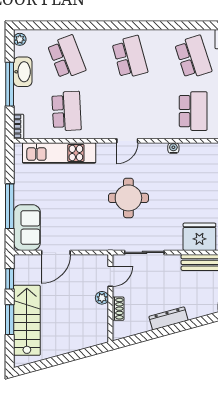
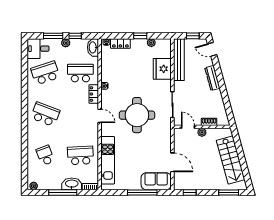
school desk: (67, 57) -> (45, 155), width x0.54
school desk: (130, 57) -> (45, 114), turned 36
washbasin: (23, 72) -> (72, 184), moved
locker: (161, 132) -> (94, 94), added
round table: (128, 198) -> (137, 115), width x1.36, depth x1.36
dresser: (168, 318) -> (212, 78), moved
window: (10, 320) -> (229, 192), moved
stairs: (27, 320) -> (231, 160), moved, turned -105

